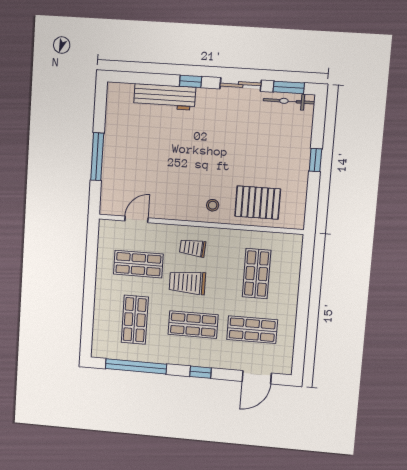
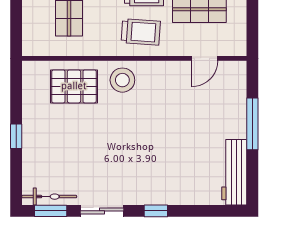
workbench: (165, 97) -> (234, 172), moved, turned -90
stool: (213, 205) -> (122, 80), width x1.89, depth x1.89
trolley: (193, 248) -> (141, 32), width x1.36, depth x1.39

